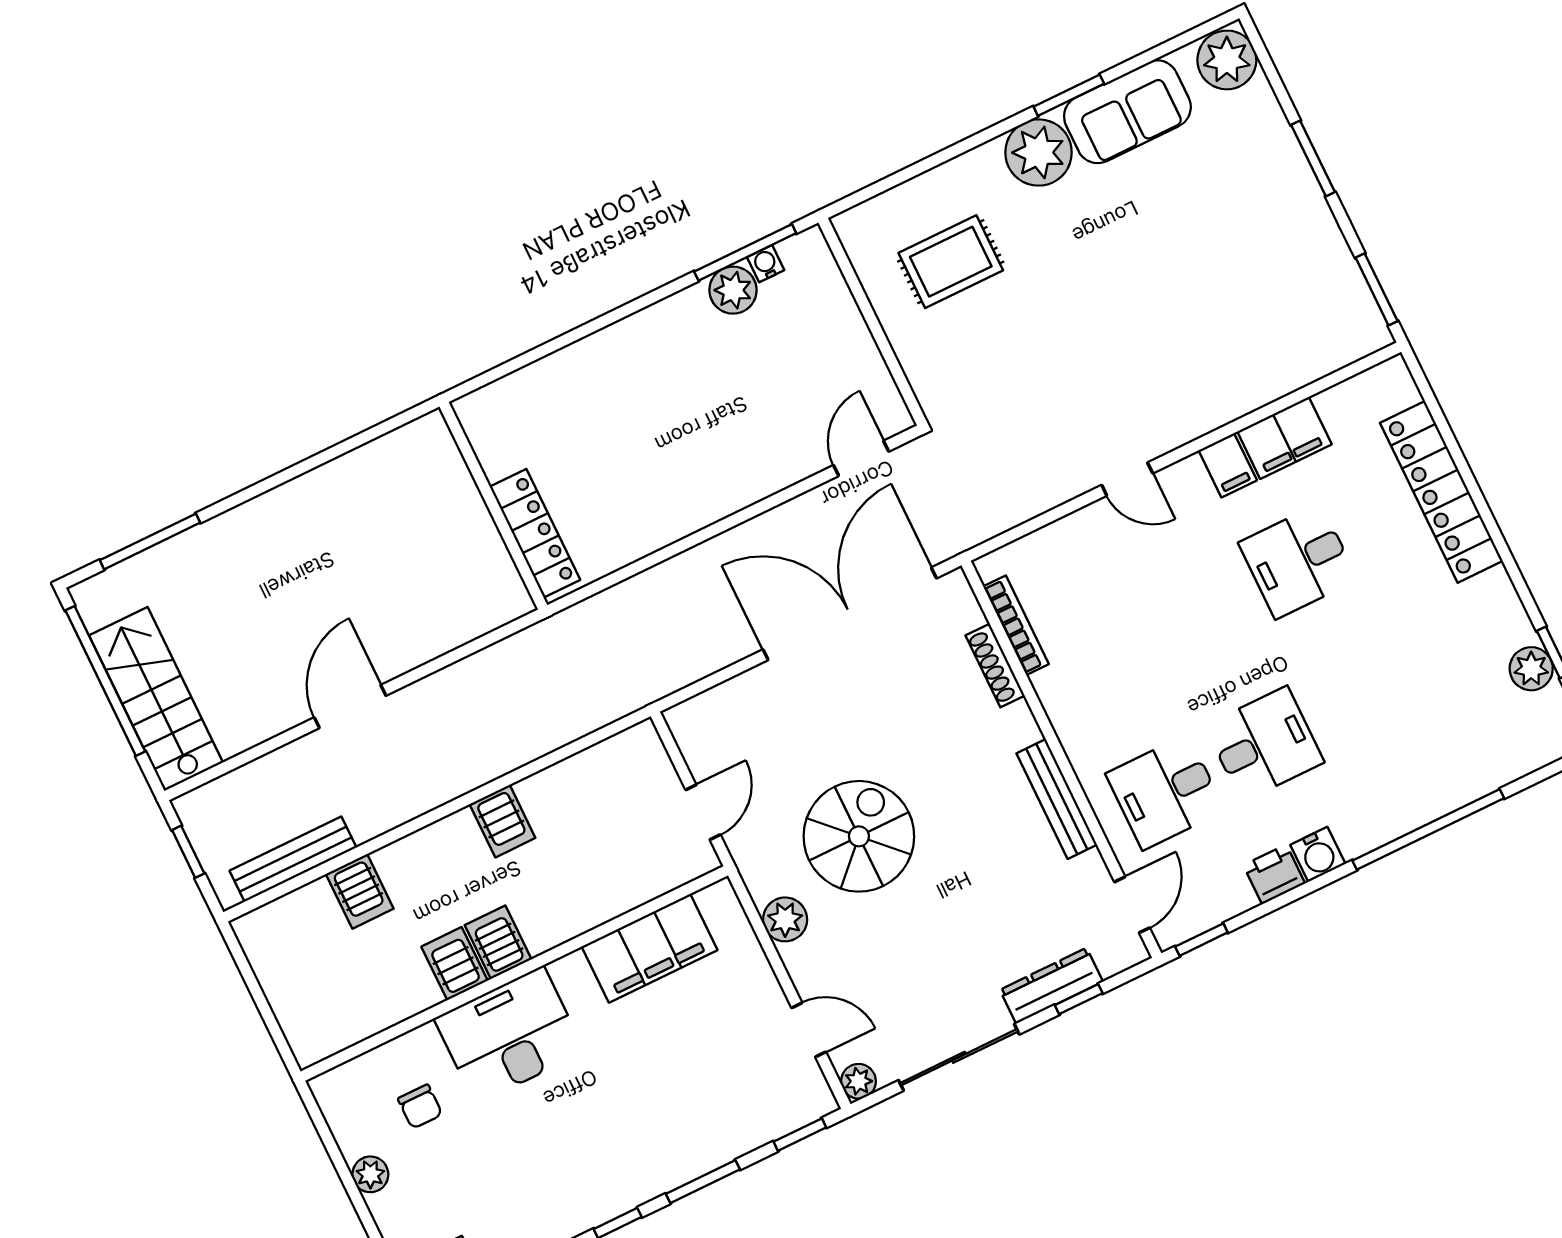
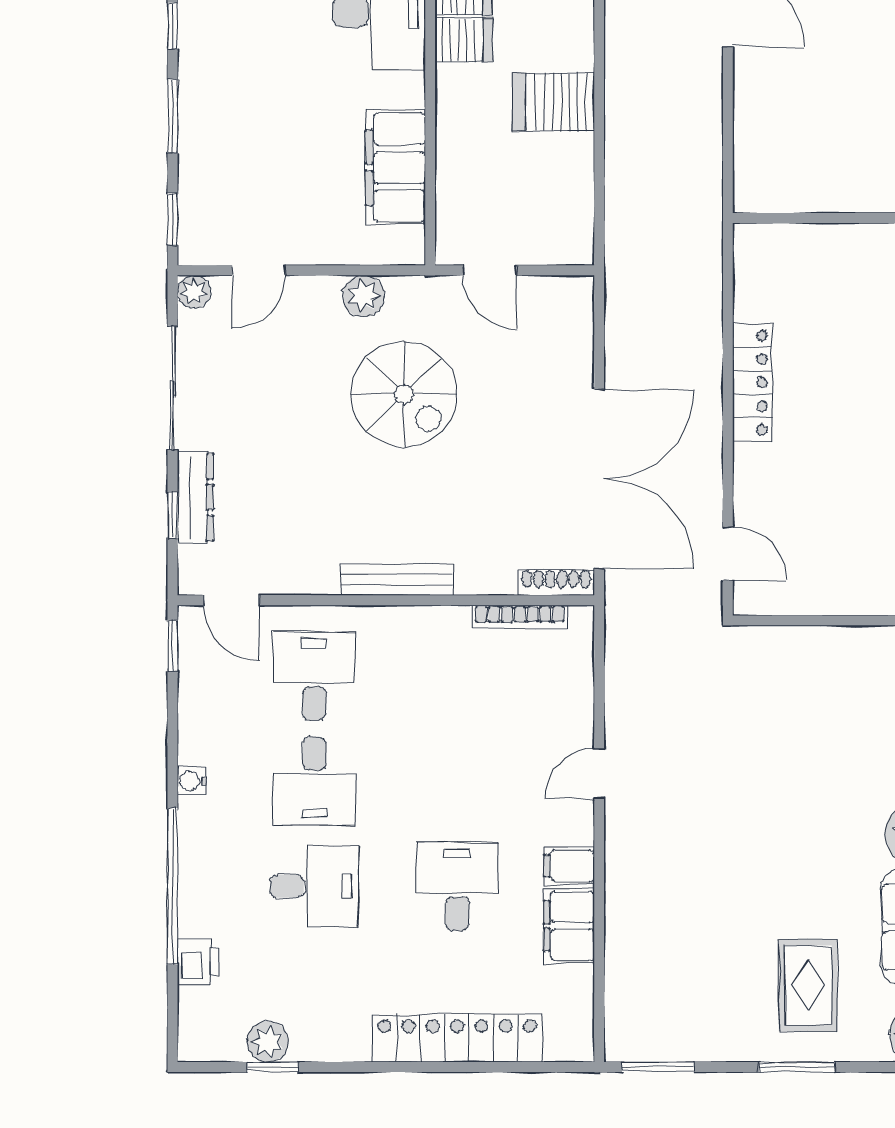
rug: (951, 262) -> (808, 985), moved
locker: (535, 533) -> (752, 383), moved, turned -90
shoe rack: (995, 666) -> (556, 582), moved
desk: (1364, 696) -> (314, 886), added
bench: (1057, 799) -> (396, 580), moved
server rack: (502, 821) -> (554, 102), width x1.36, depth x1.44
water cooler: (1318, 854) -> (192, 781), width x0.72, depth x0.72
printer: (1274, 874) -> (198, 962), moved

